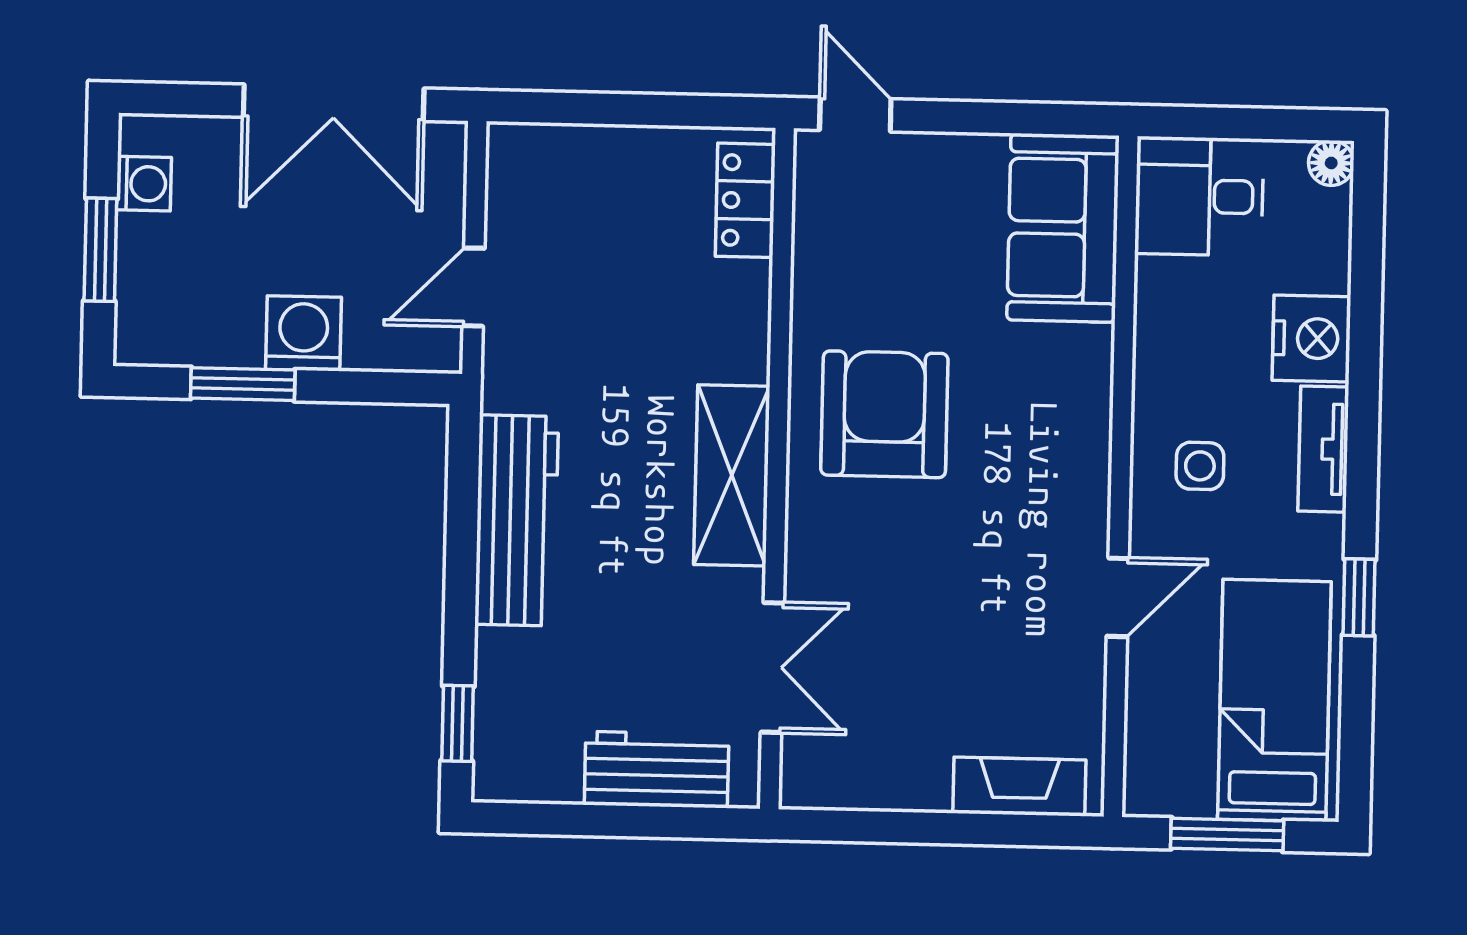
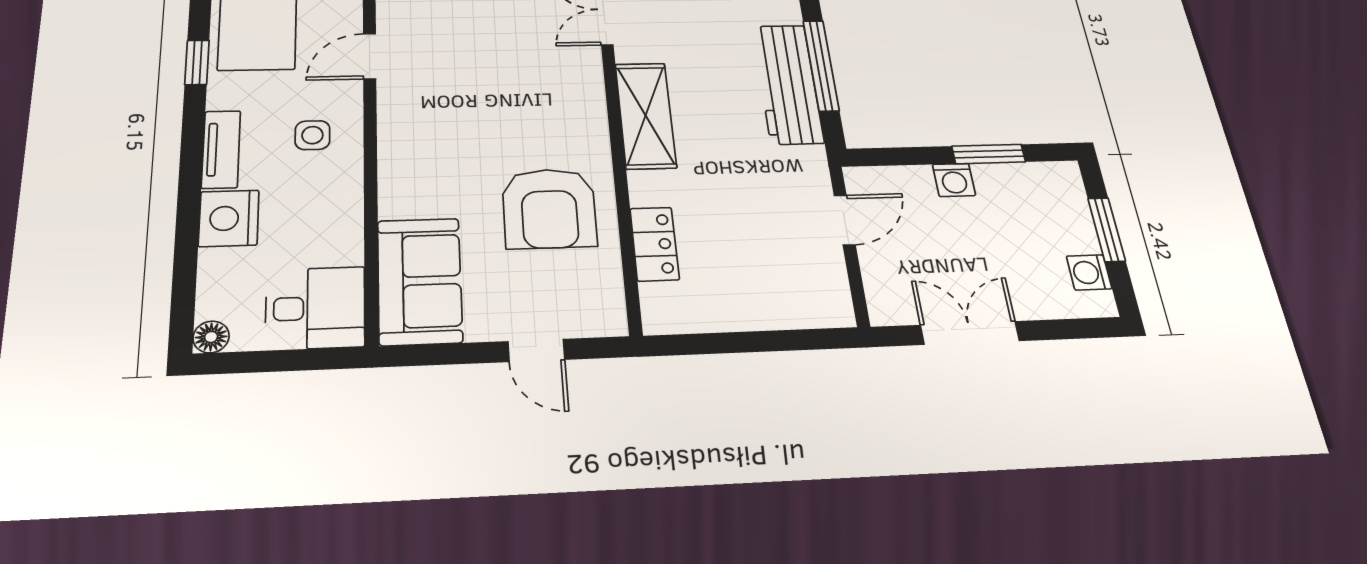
double door: (334, 103) -> (970, 333), width x0.73
door: (855, 115) -> (536, 350), moved
locker: (745, 200) -> (654, 244), moved
washing machine: (304, 333) -> (954, 180), width x0.73, depth x0.73
armchair: (884, 414) -> (549, 208), moved
window: (461, 551) -> (821, 65), added

